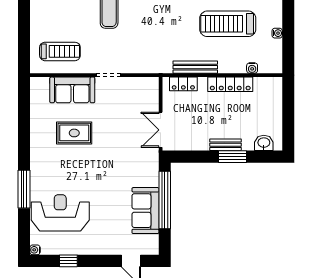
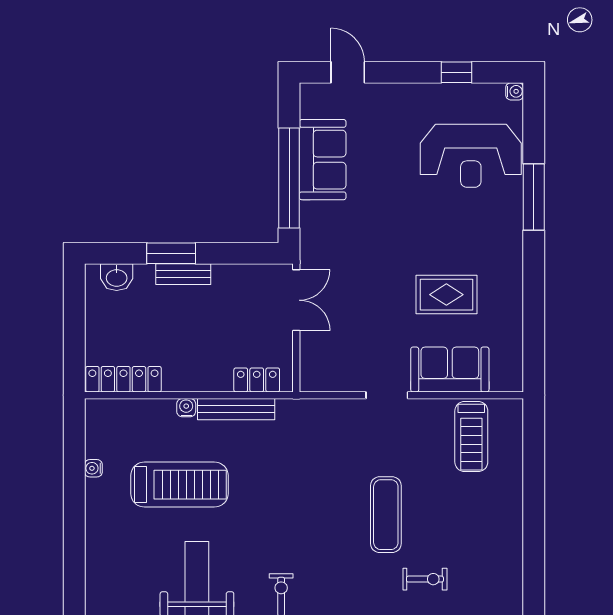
treadmill: (60, 51) -> (471, 436), turned -90
water cooler: (252, 68) -> (186, 408), moved
locker: (230, 84) -> (123, 379), moved

